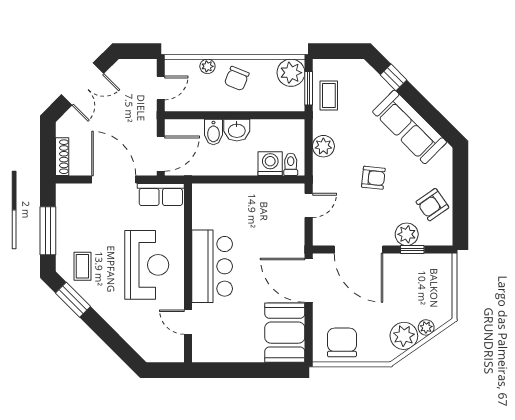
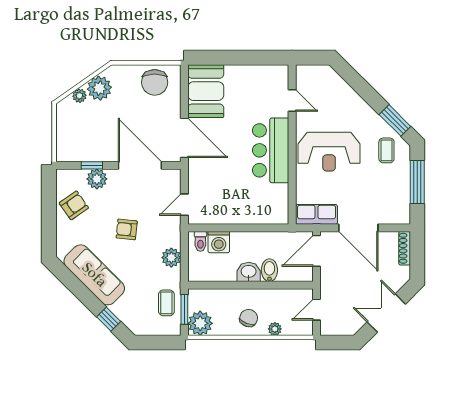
reception desk: (147, 265) -> (329, 152), turned -90

